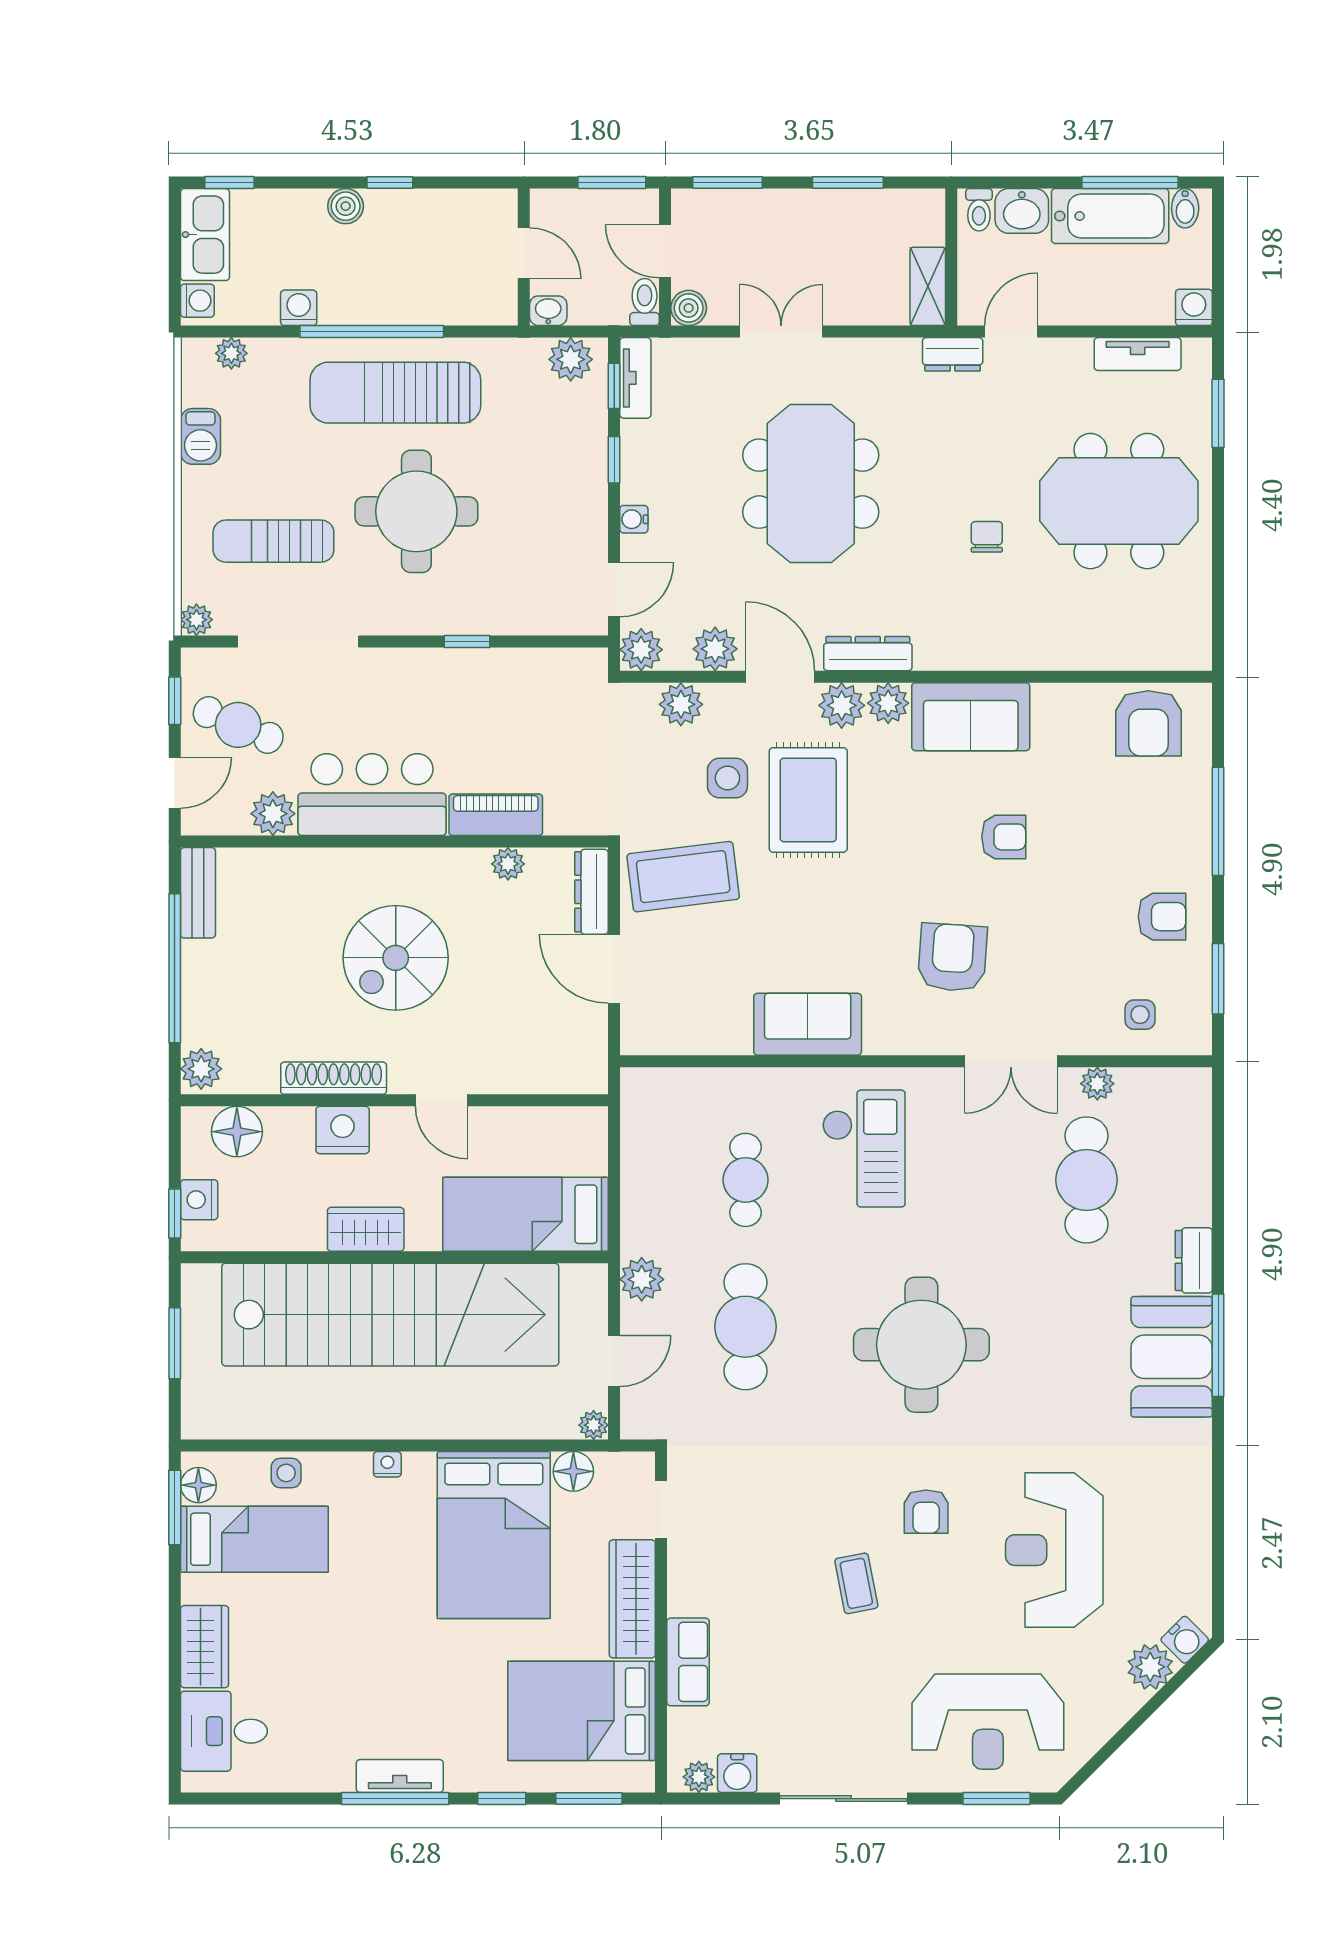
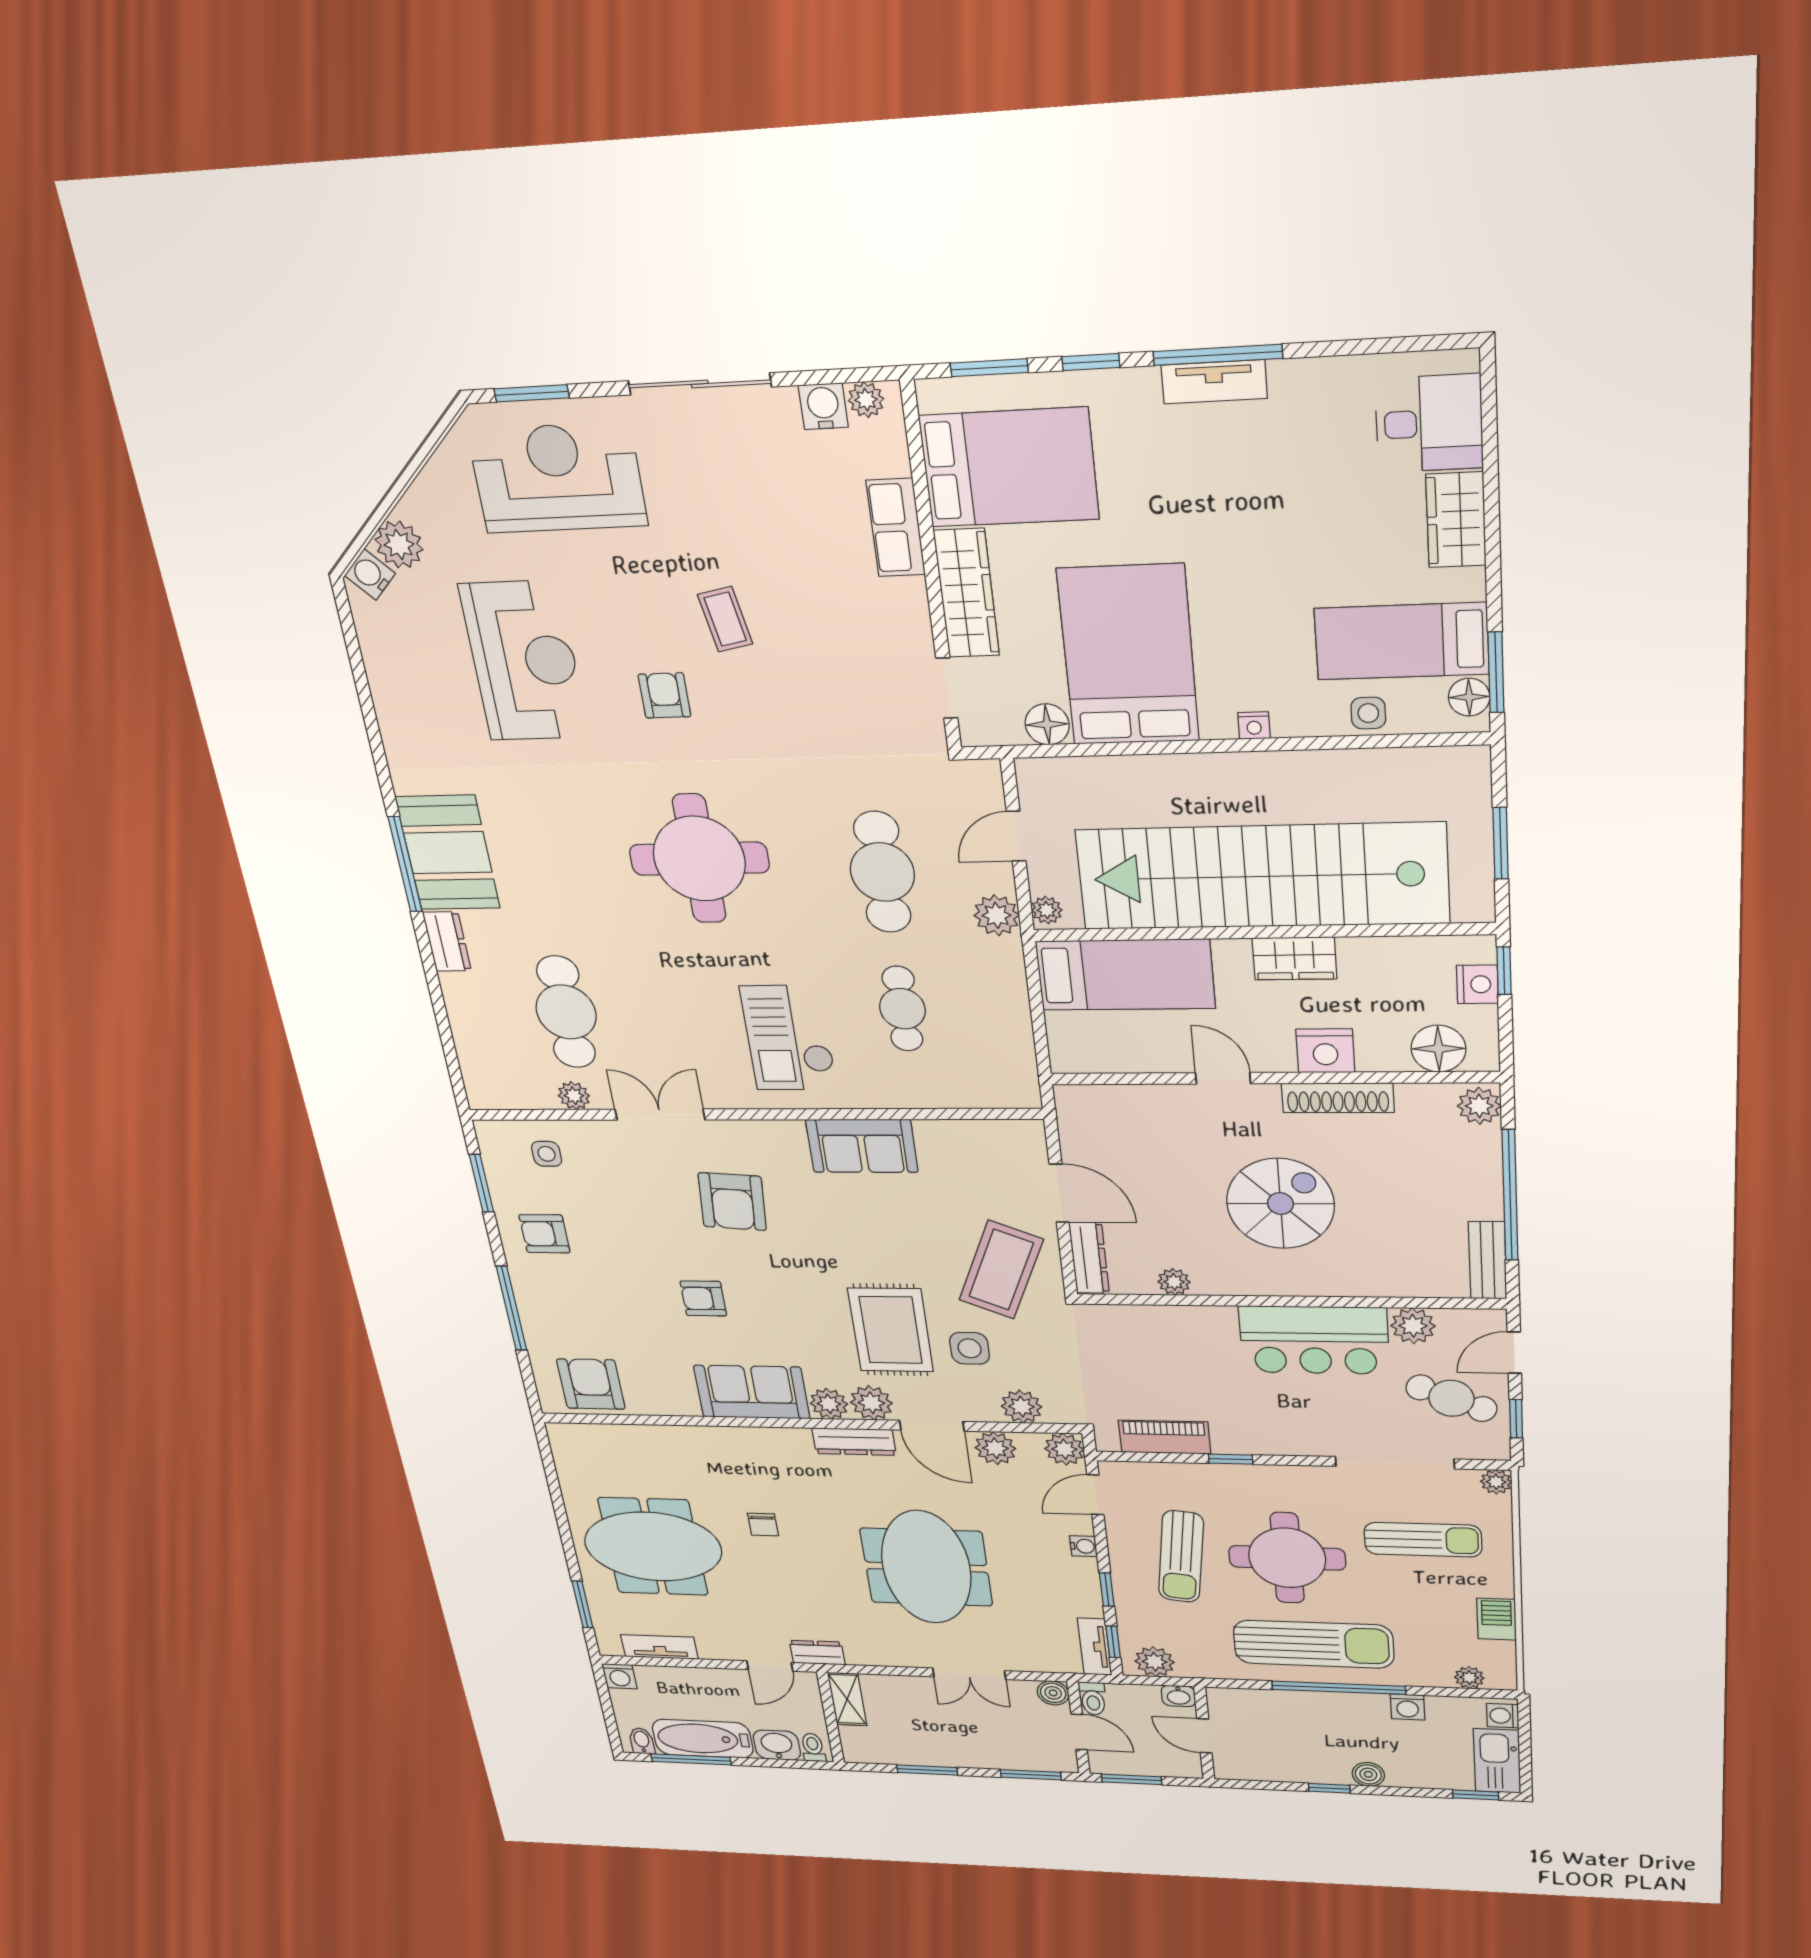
sun lounger: (529, 509) -> (1181, 1557), added
piano: (496, 815) -> (1165, 1437), moved, turned 180
coffee table: (683, 877) -> (1001, 1270), turned -60
plant: (594, 1425) -> (1047, 910), moved

